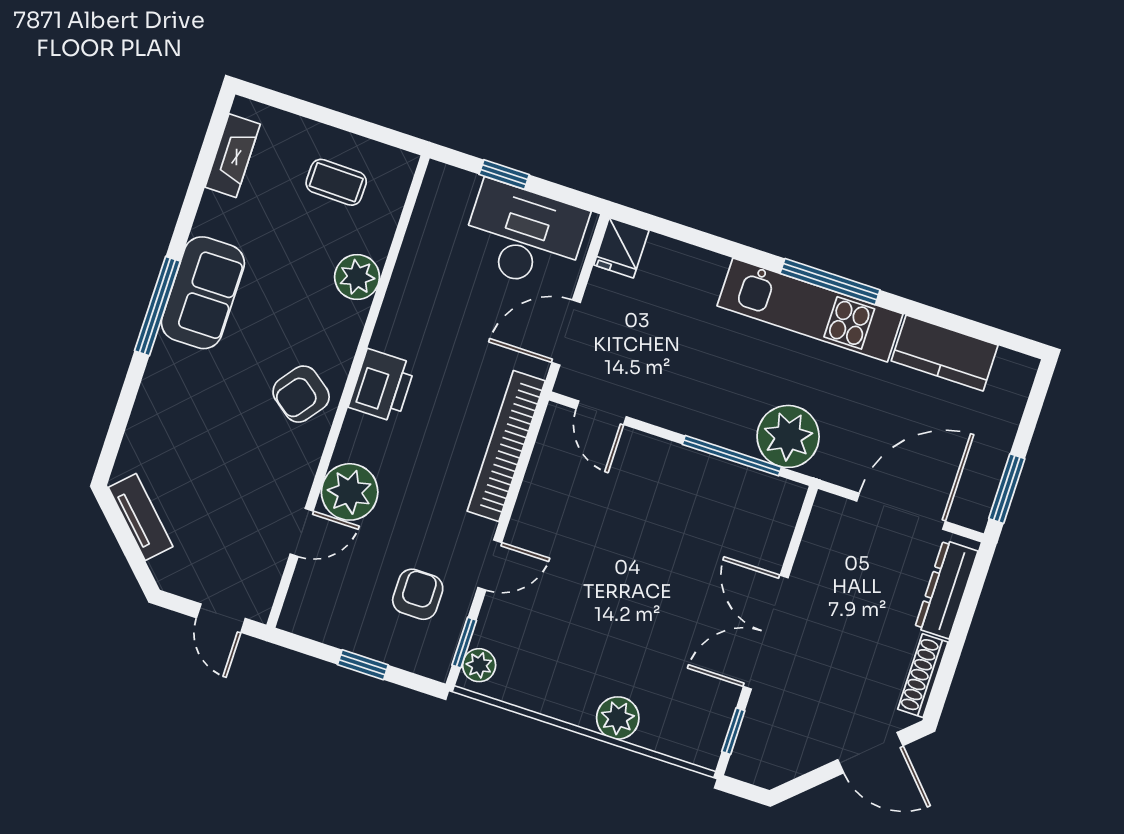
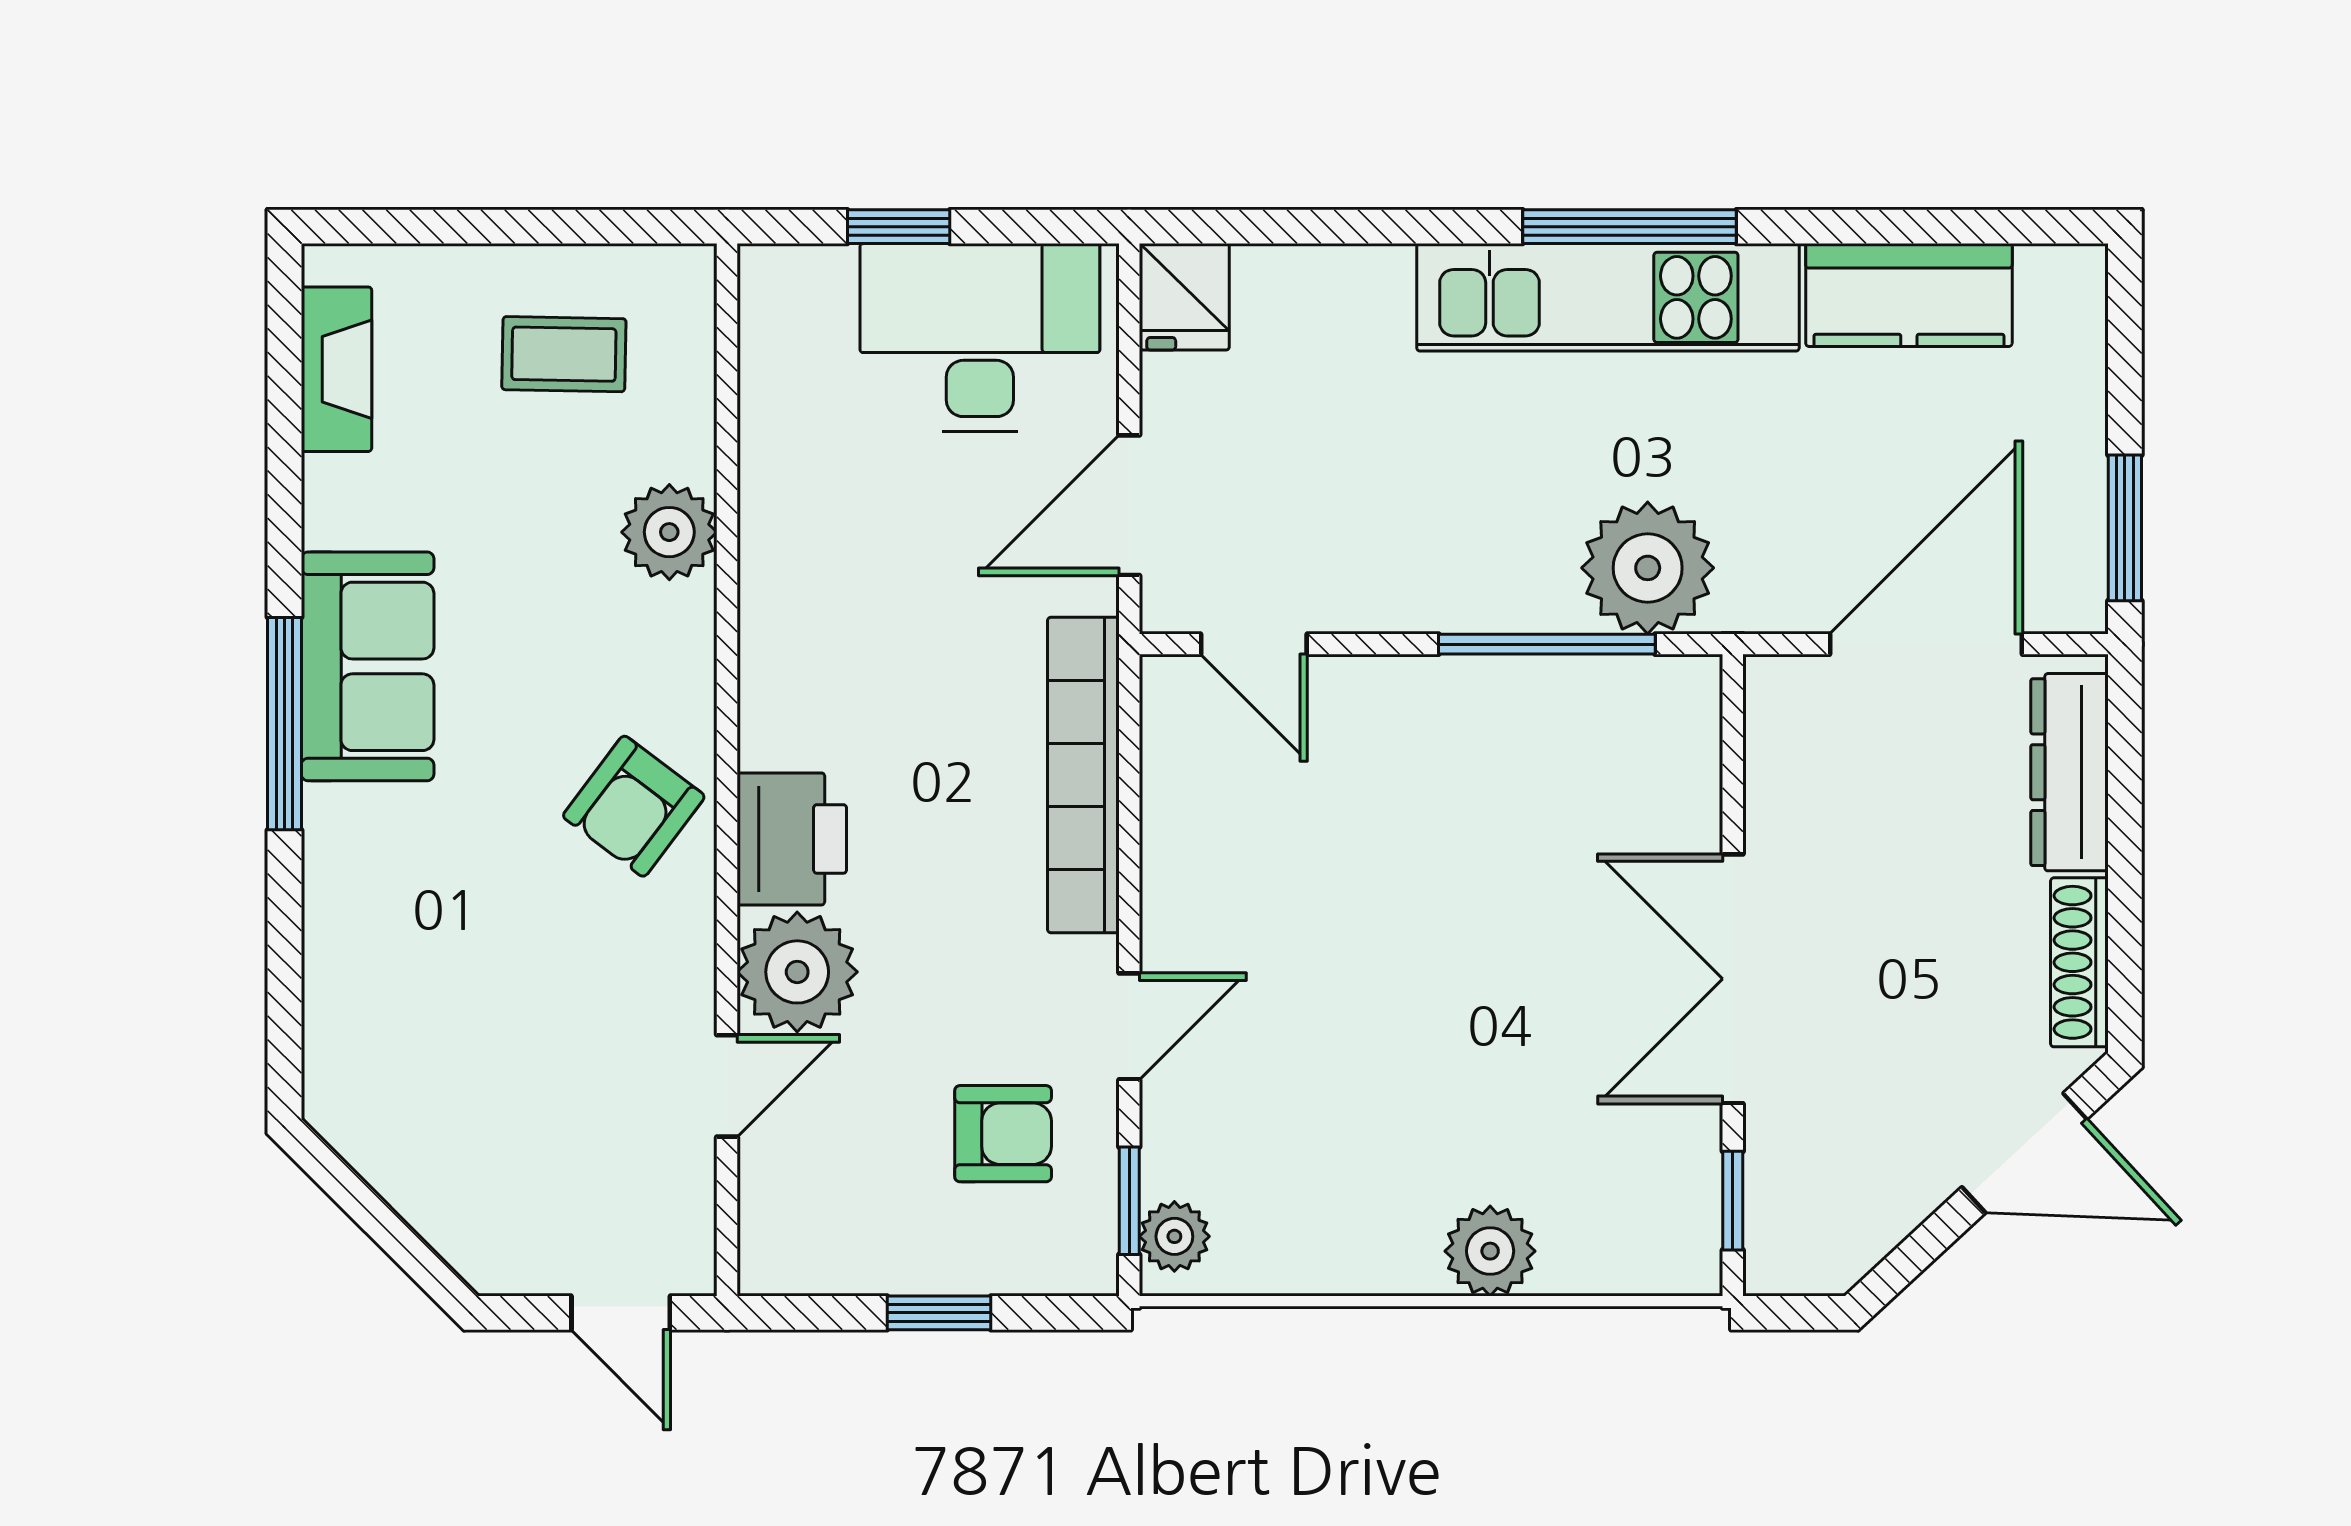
printer: (382, 386) -> (792, 839), moved
tv unit: (141, 517) -> (391, 1162), removed
armchair: (418, 594) -> (1003, 1134), turned 90

